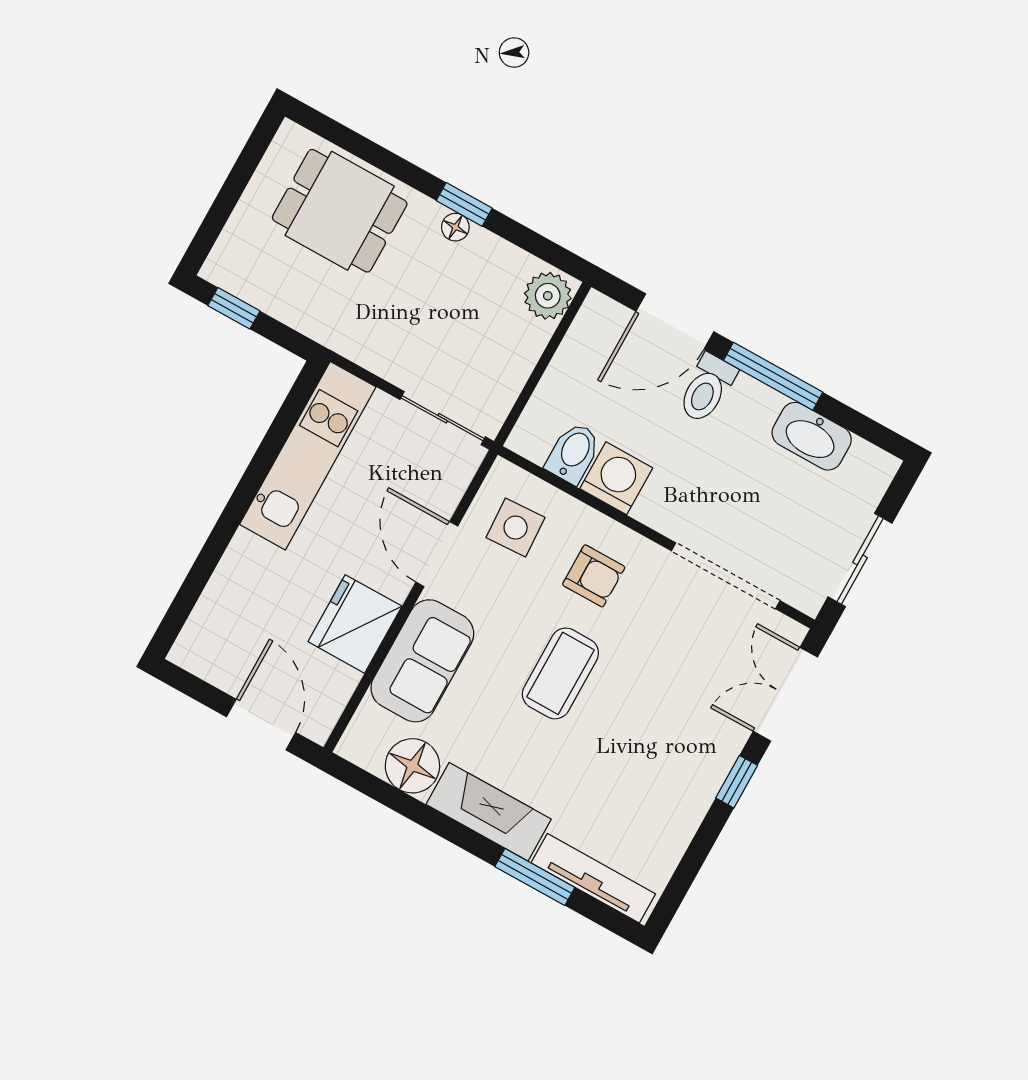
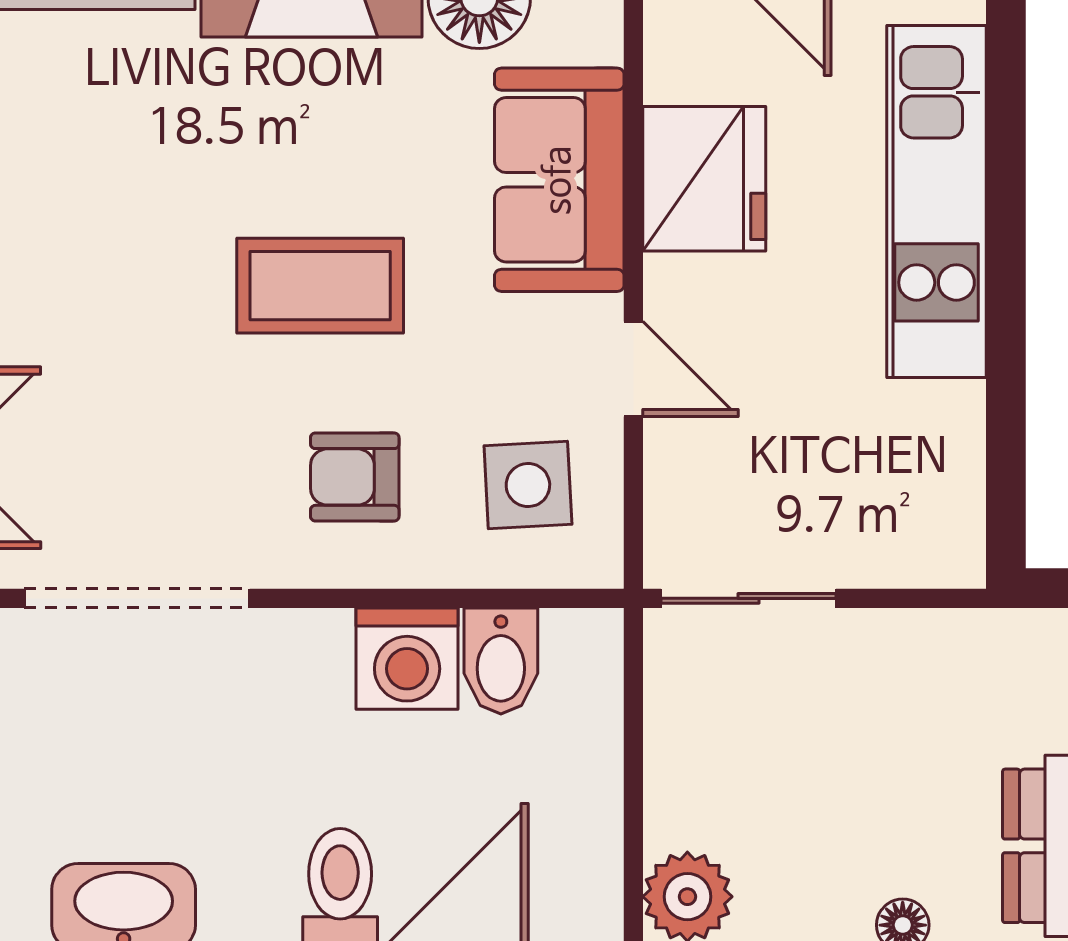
kitchen unit: (308, 456) -> (937, 201), moved
door: (437, 554) -> (633, 369), width x0.73
coffee table: (560, 673) -> (320, 286), turned 90

